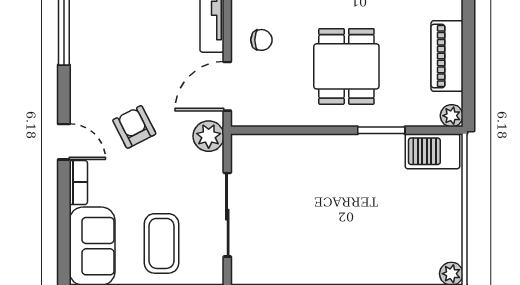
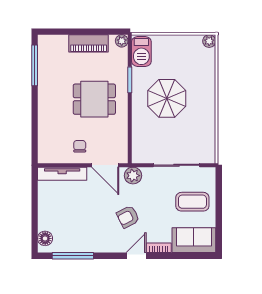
parasol: (348, 197) -> (167, 98), added

